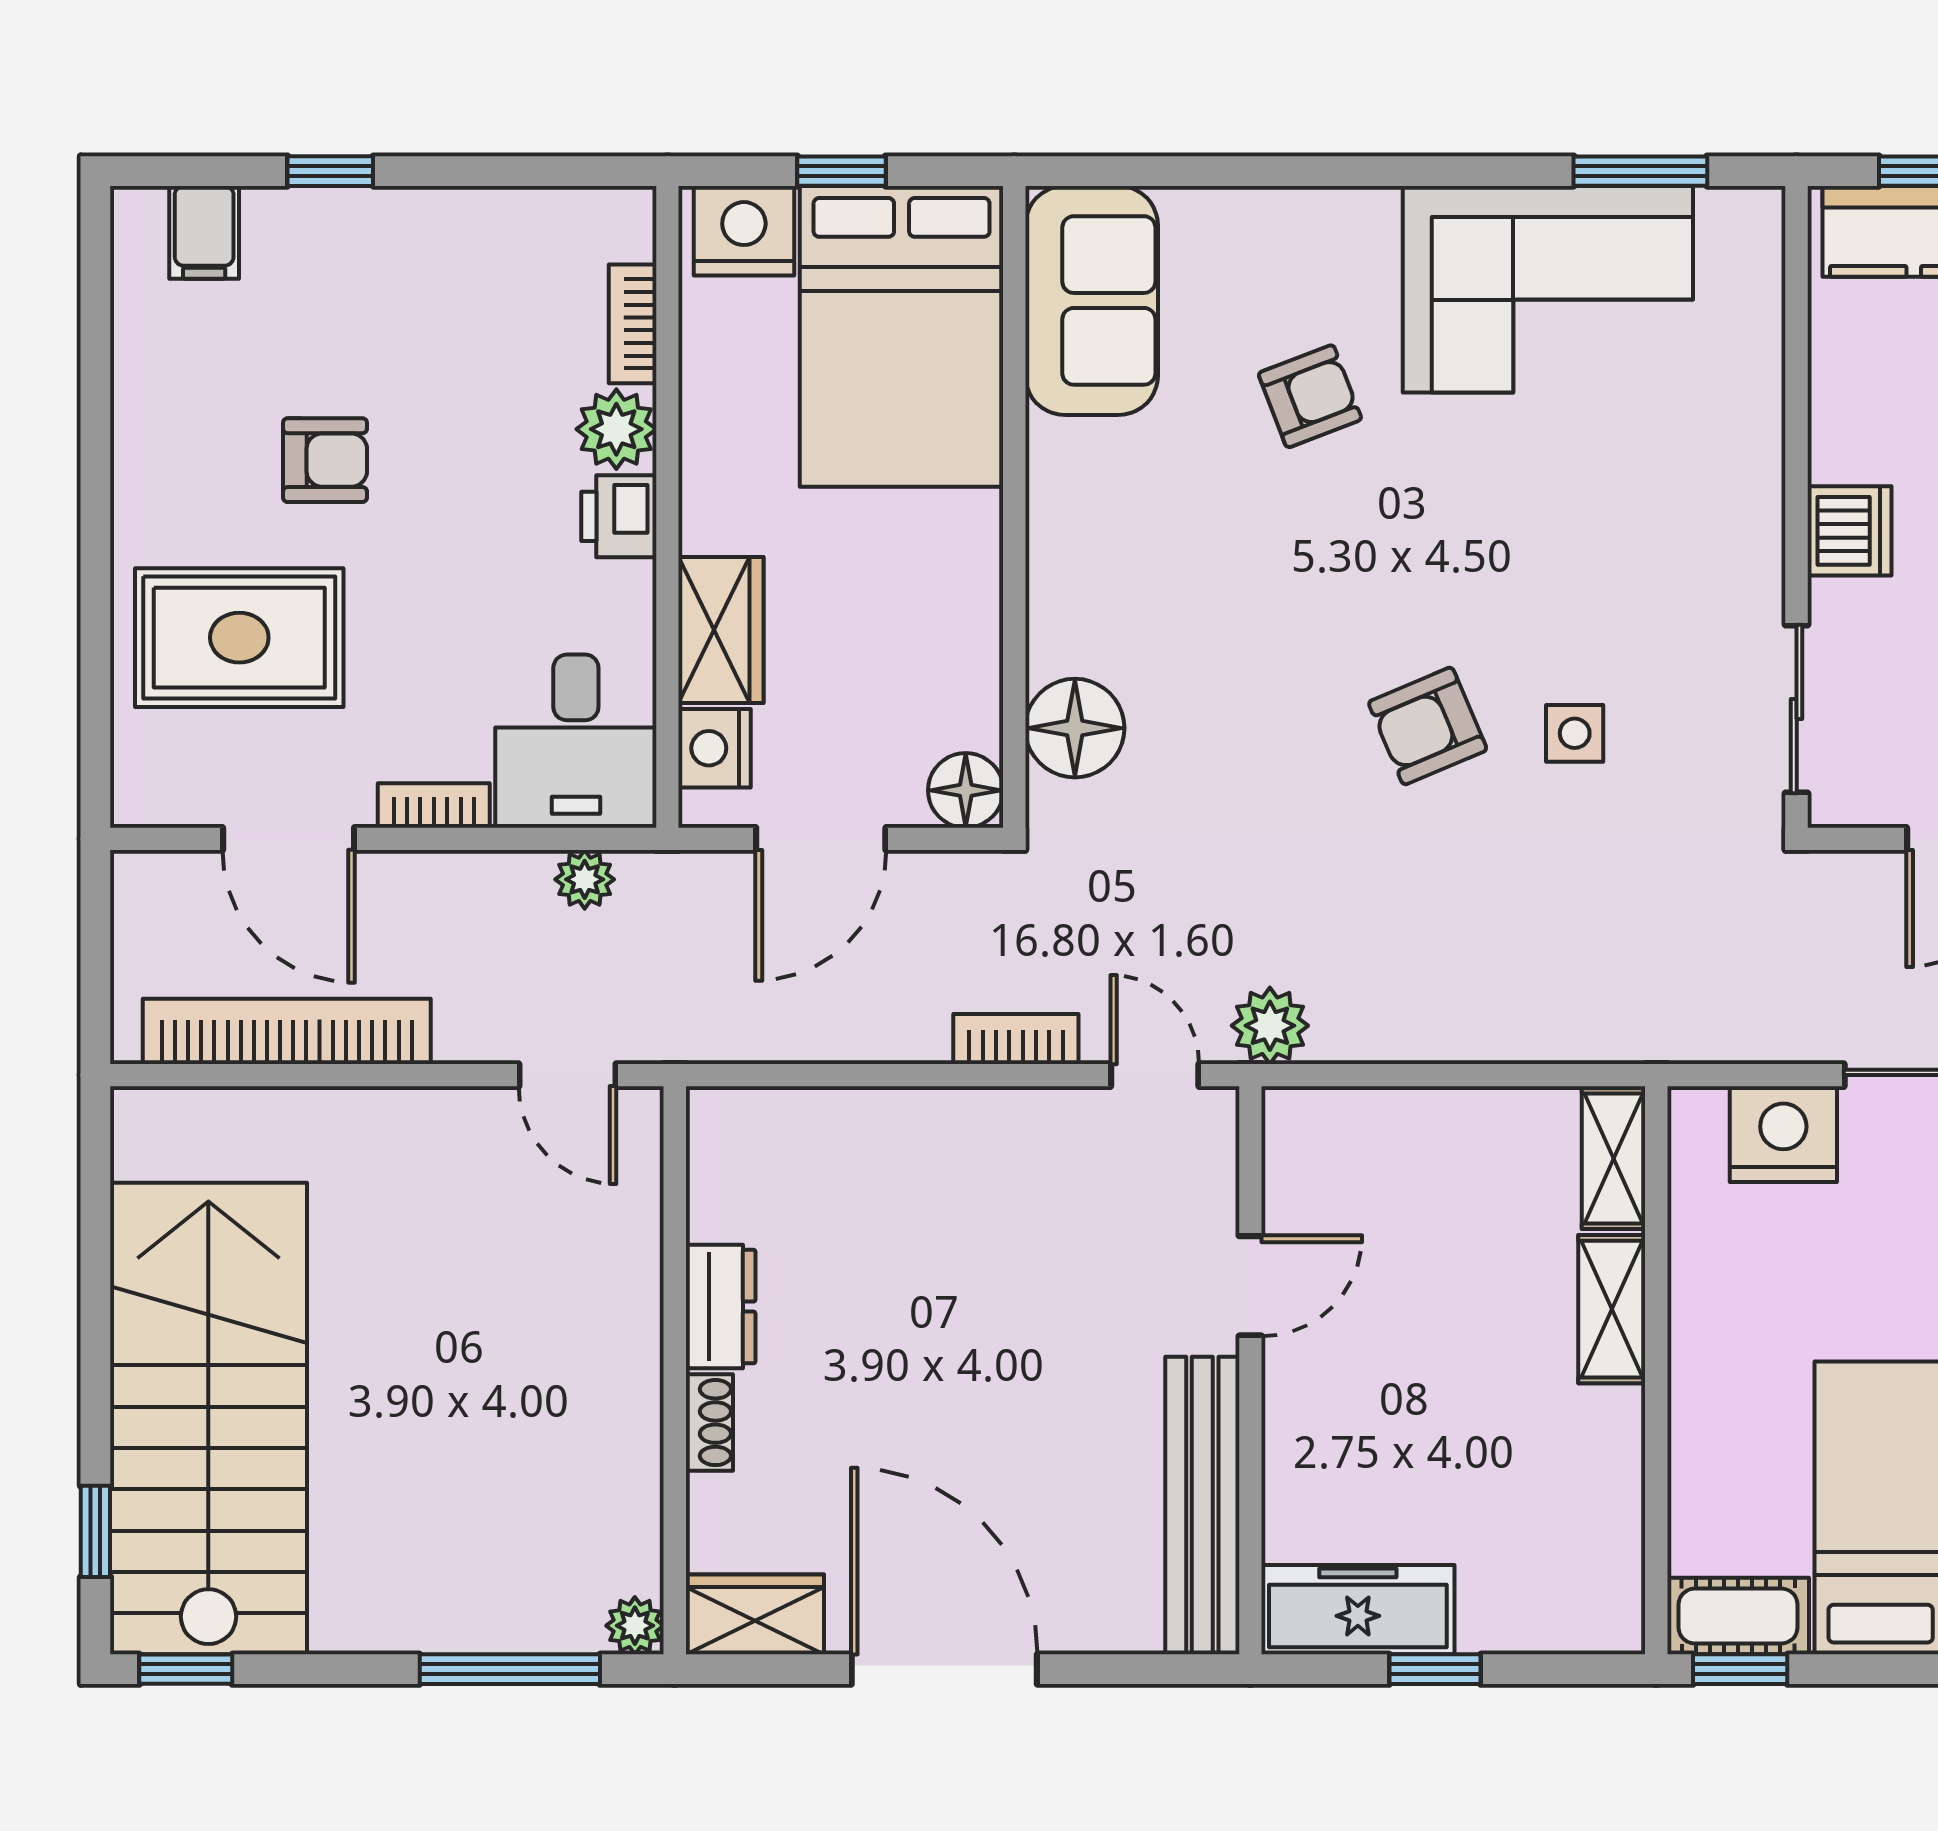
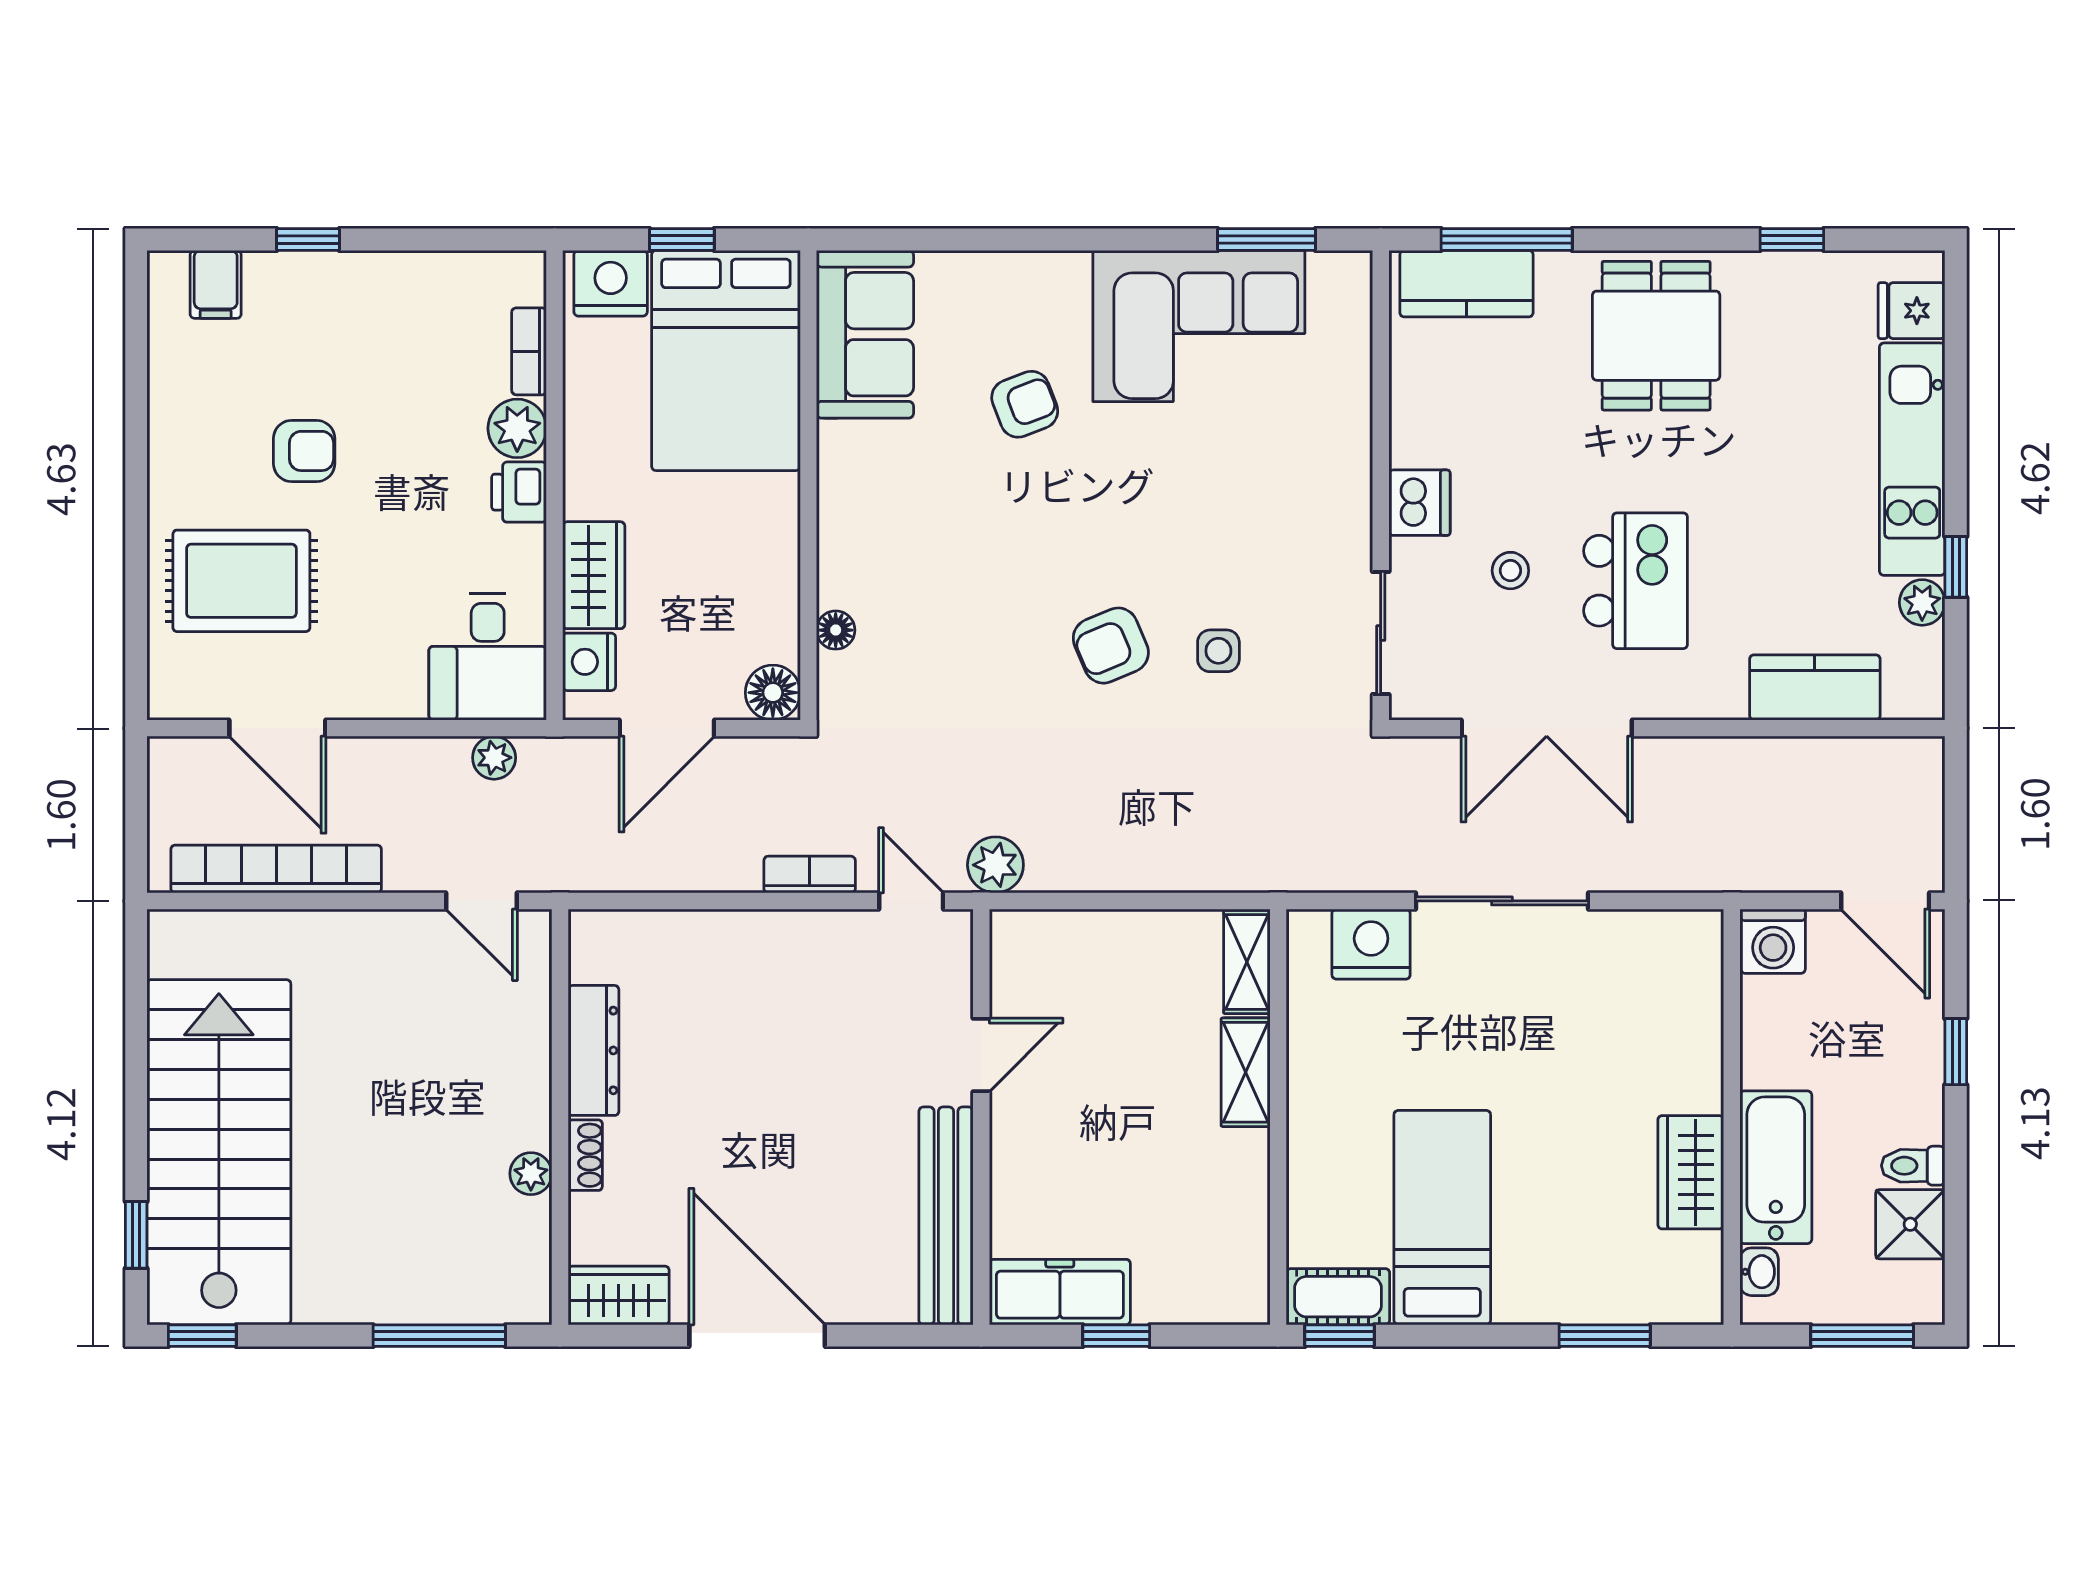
floor lamp: (1075, 728) -> (836, 630), width x0.53, depth x0.53
bookcase: (434, 806) -> (384, 704), removed
dresser: (721, 1307) -> (594, 1050), width x1.44
plant: (635, 1626) -> (531, 1174), moved

